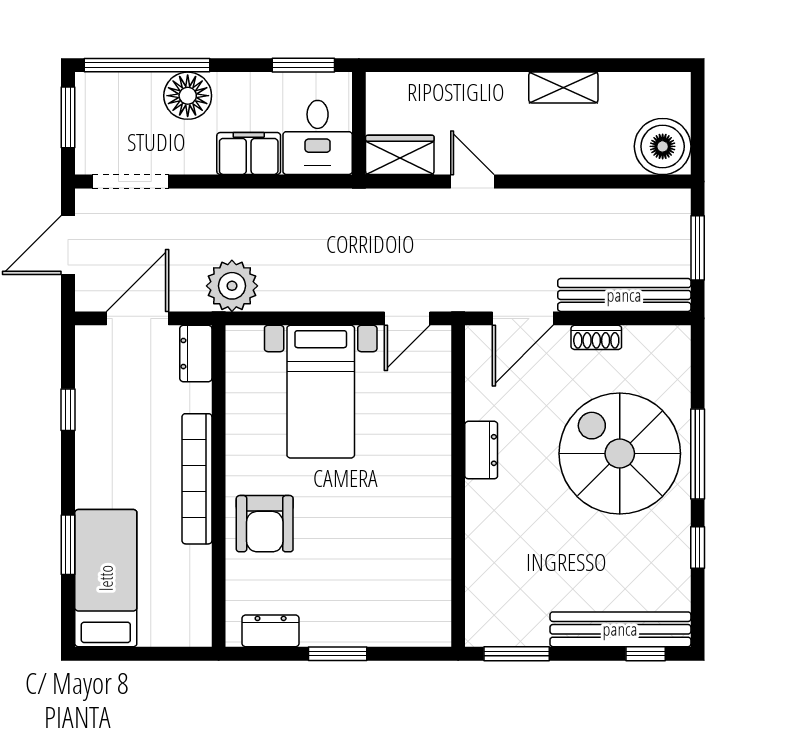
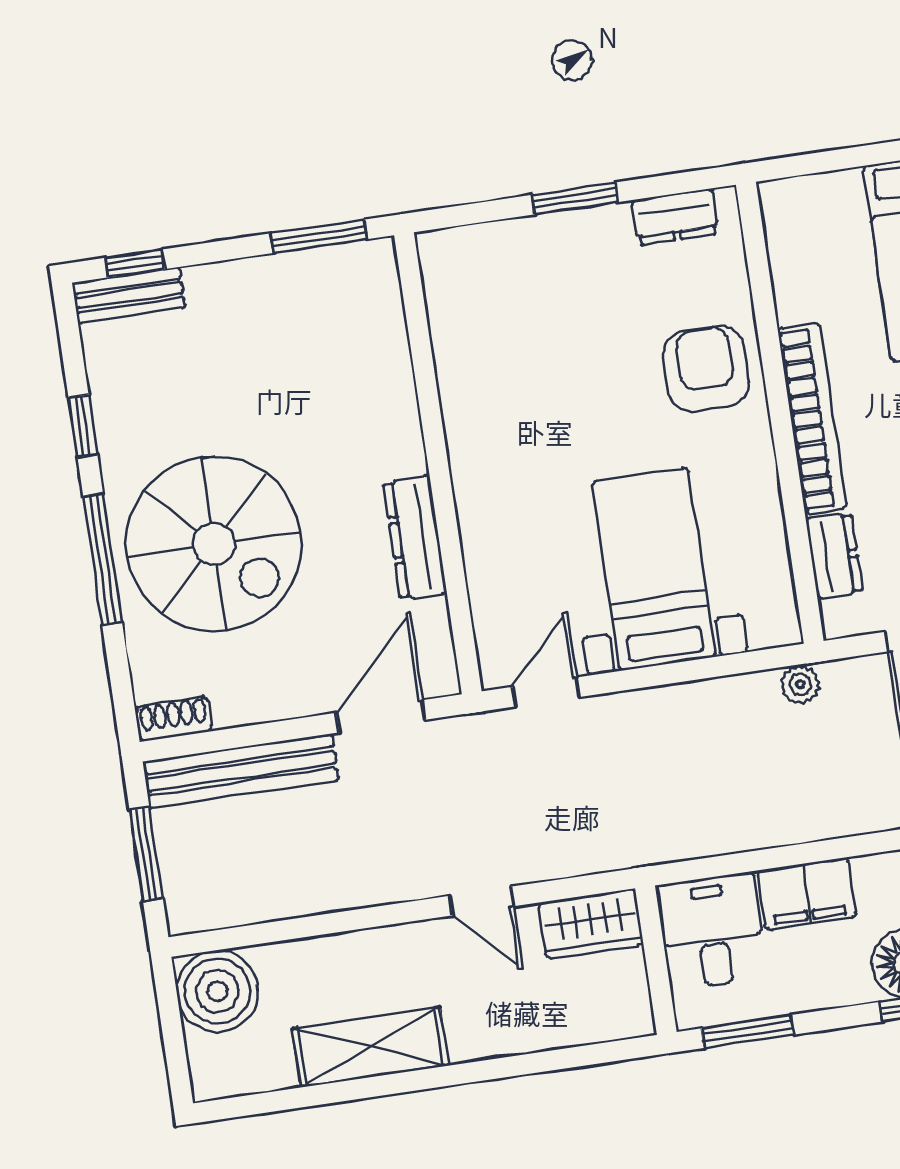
shelving: (563, 88) -> (370, 1047), width x1.50, depth x1.33
plant: (232, 286) -> (800, 684), width x0.53, depth x0.53
shoe rack: (596, 337) -> (174, 719), moved
dresser: (196, 354) -> (834, 556), moved
dresser: (481, 450) -> (415, 538), width x1.44
bench: (620, 629) -> (129, 295), width x0.54, depth x0.82

